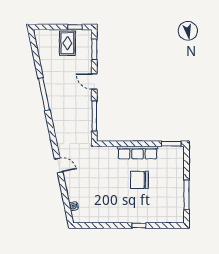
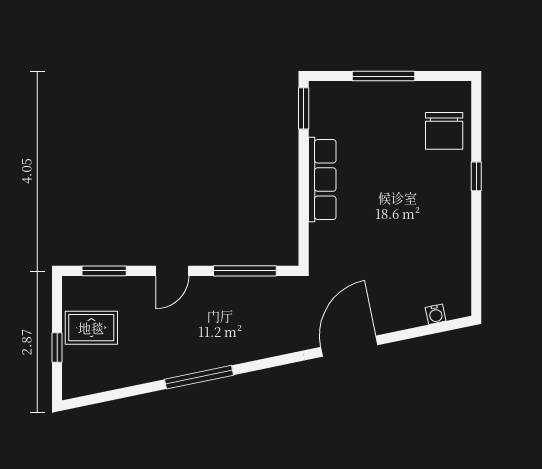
window: (75, 27) -> (57, 347), moved
door: (59, 165) -> (349, 346), width x1.88
chair: (139, 180) -> (444, 131), moved
window: (186, 195) -> (384, 76), moved

